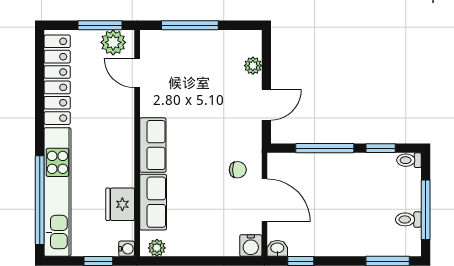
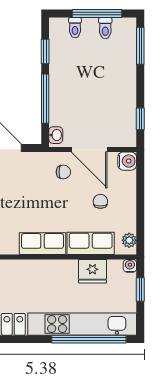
toilet: (409, 160) -> (75, 28), moved
chair: (238, 170) -> (63, 172), turned 90
door: (264, 200) -> (89, 149), swing flipped
chair: (203, 214) -> (100, 201), added
washbasin: (277, 248) -> (56, 135), moved, turned 180

